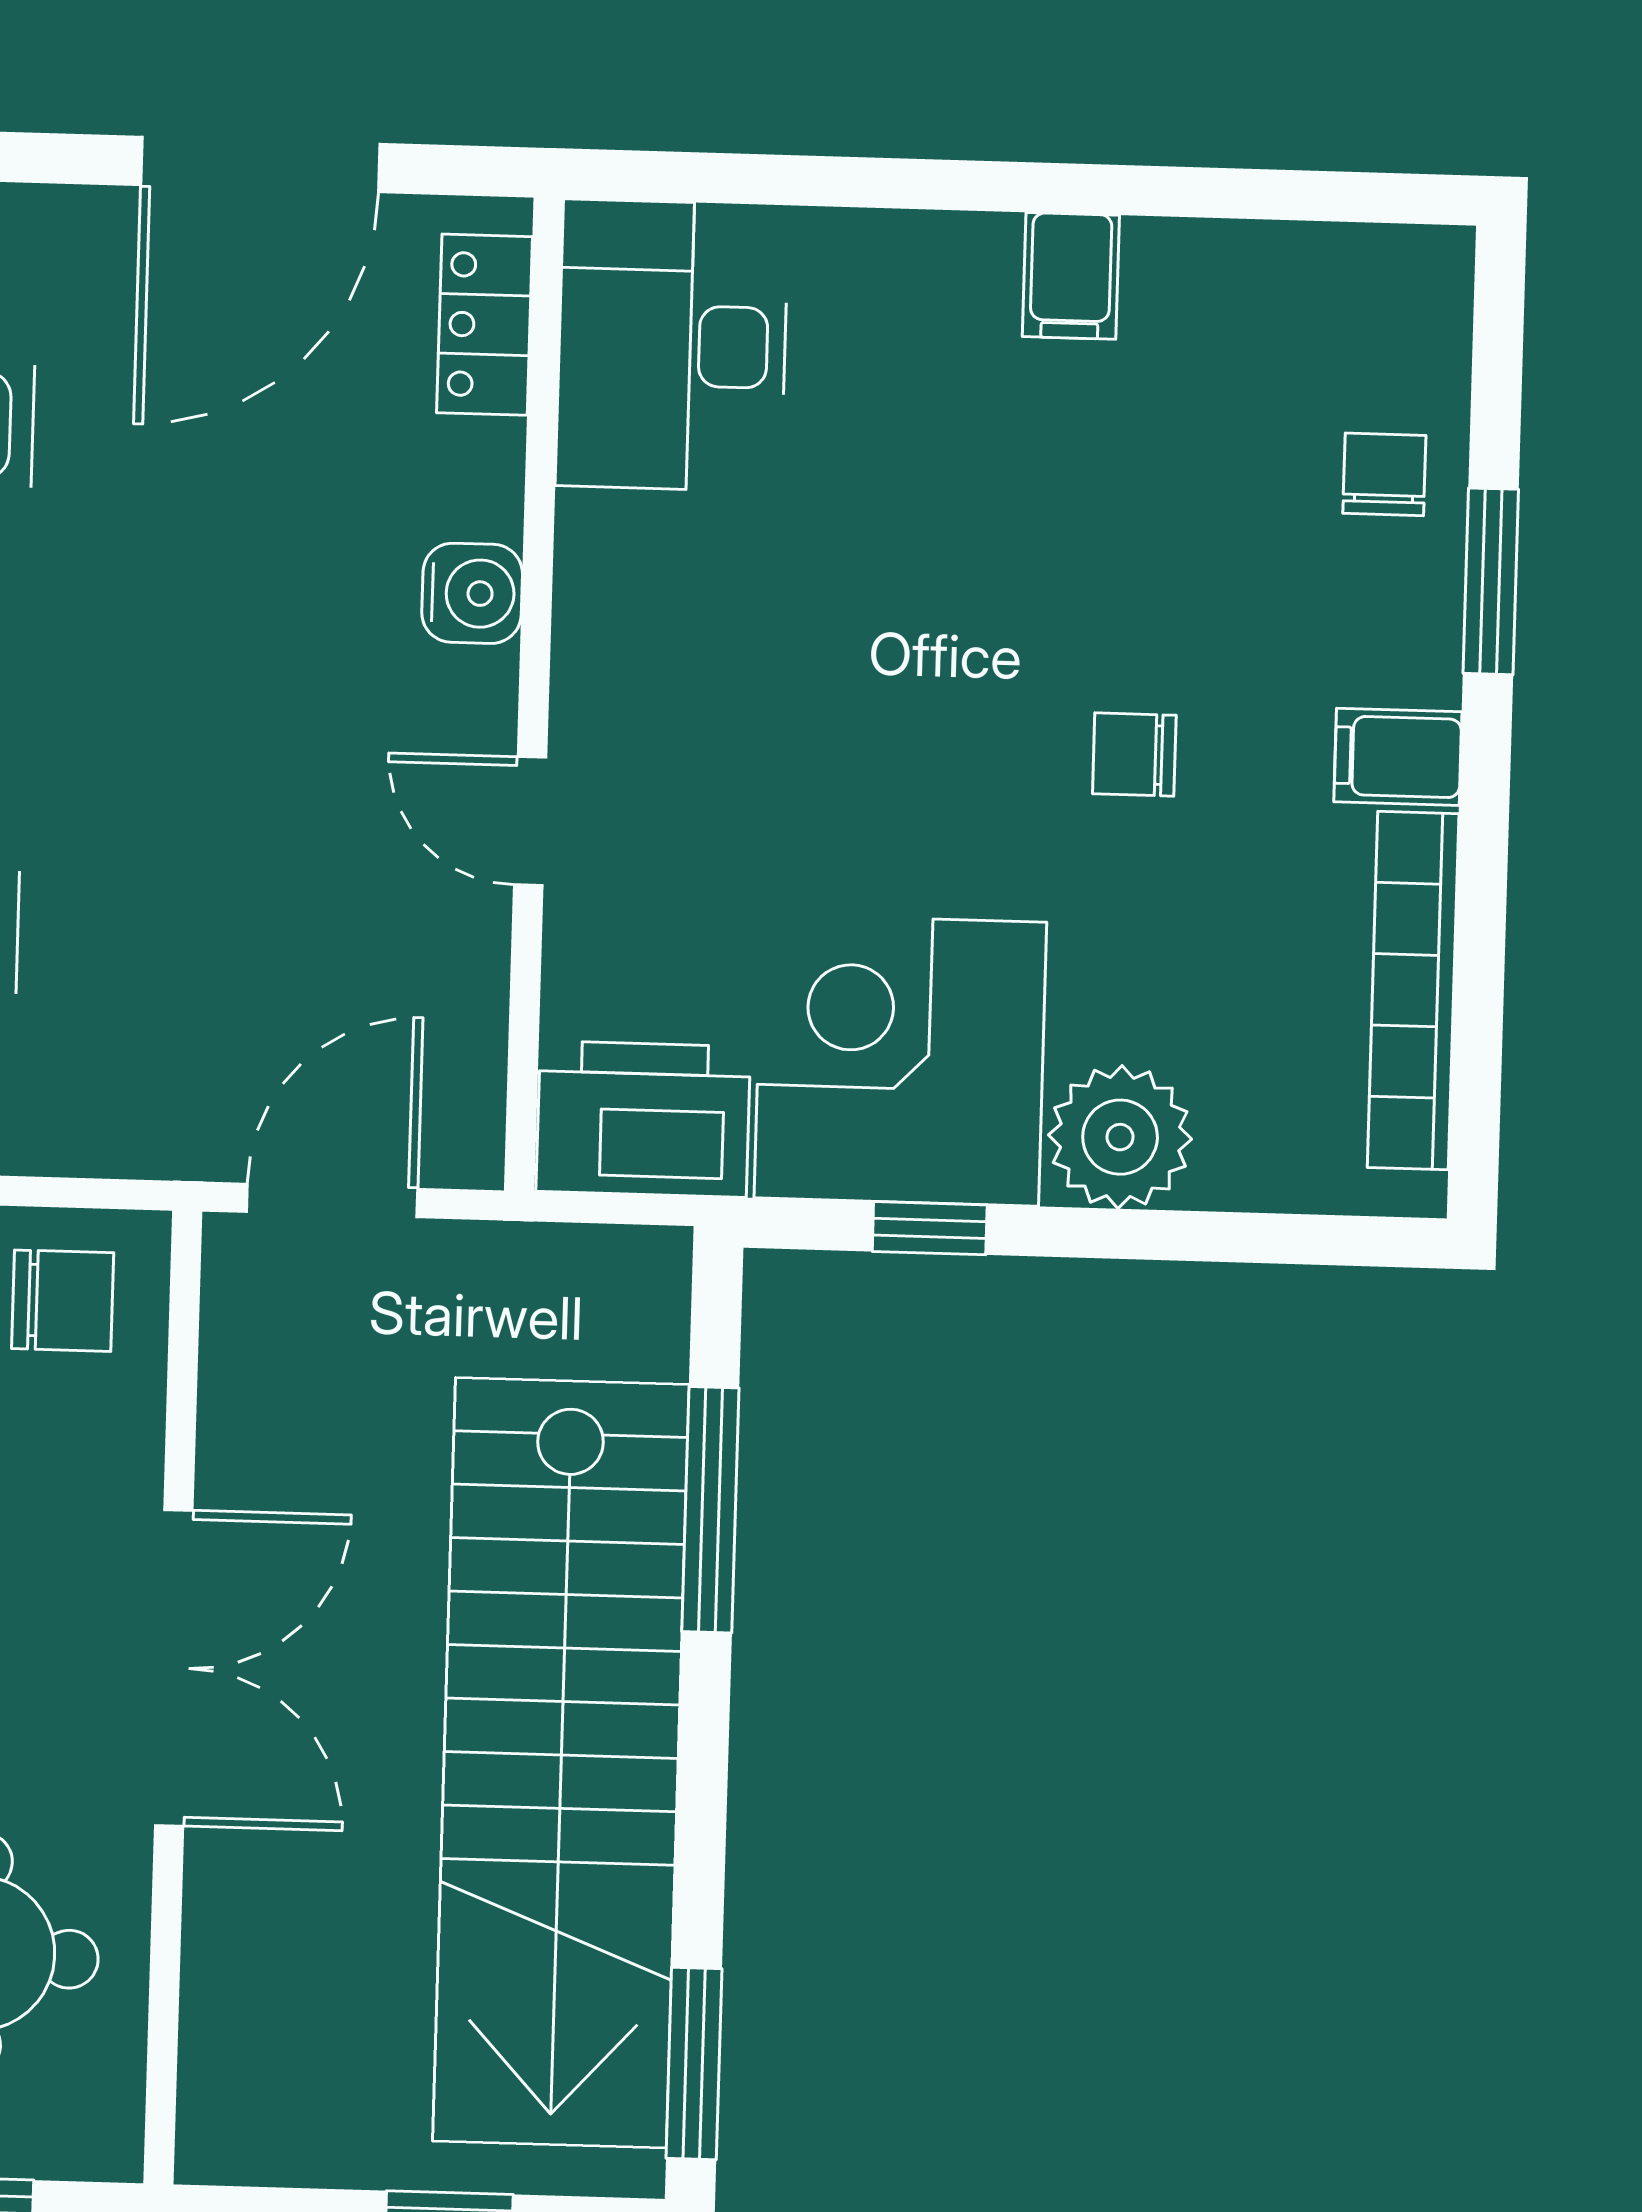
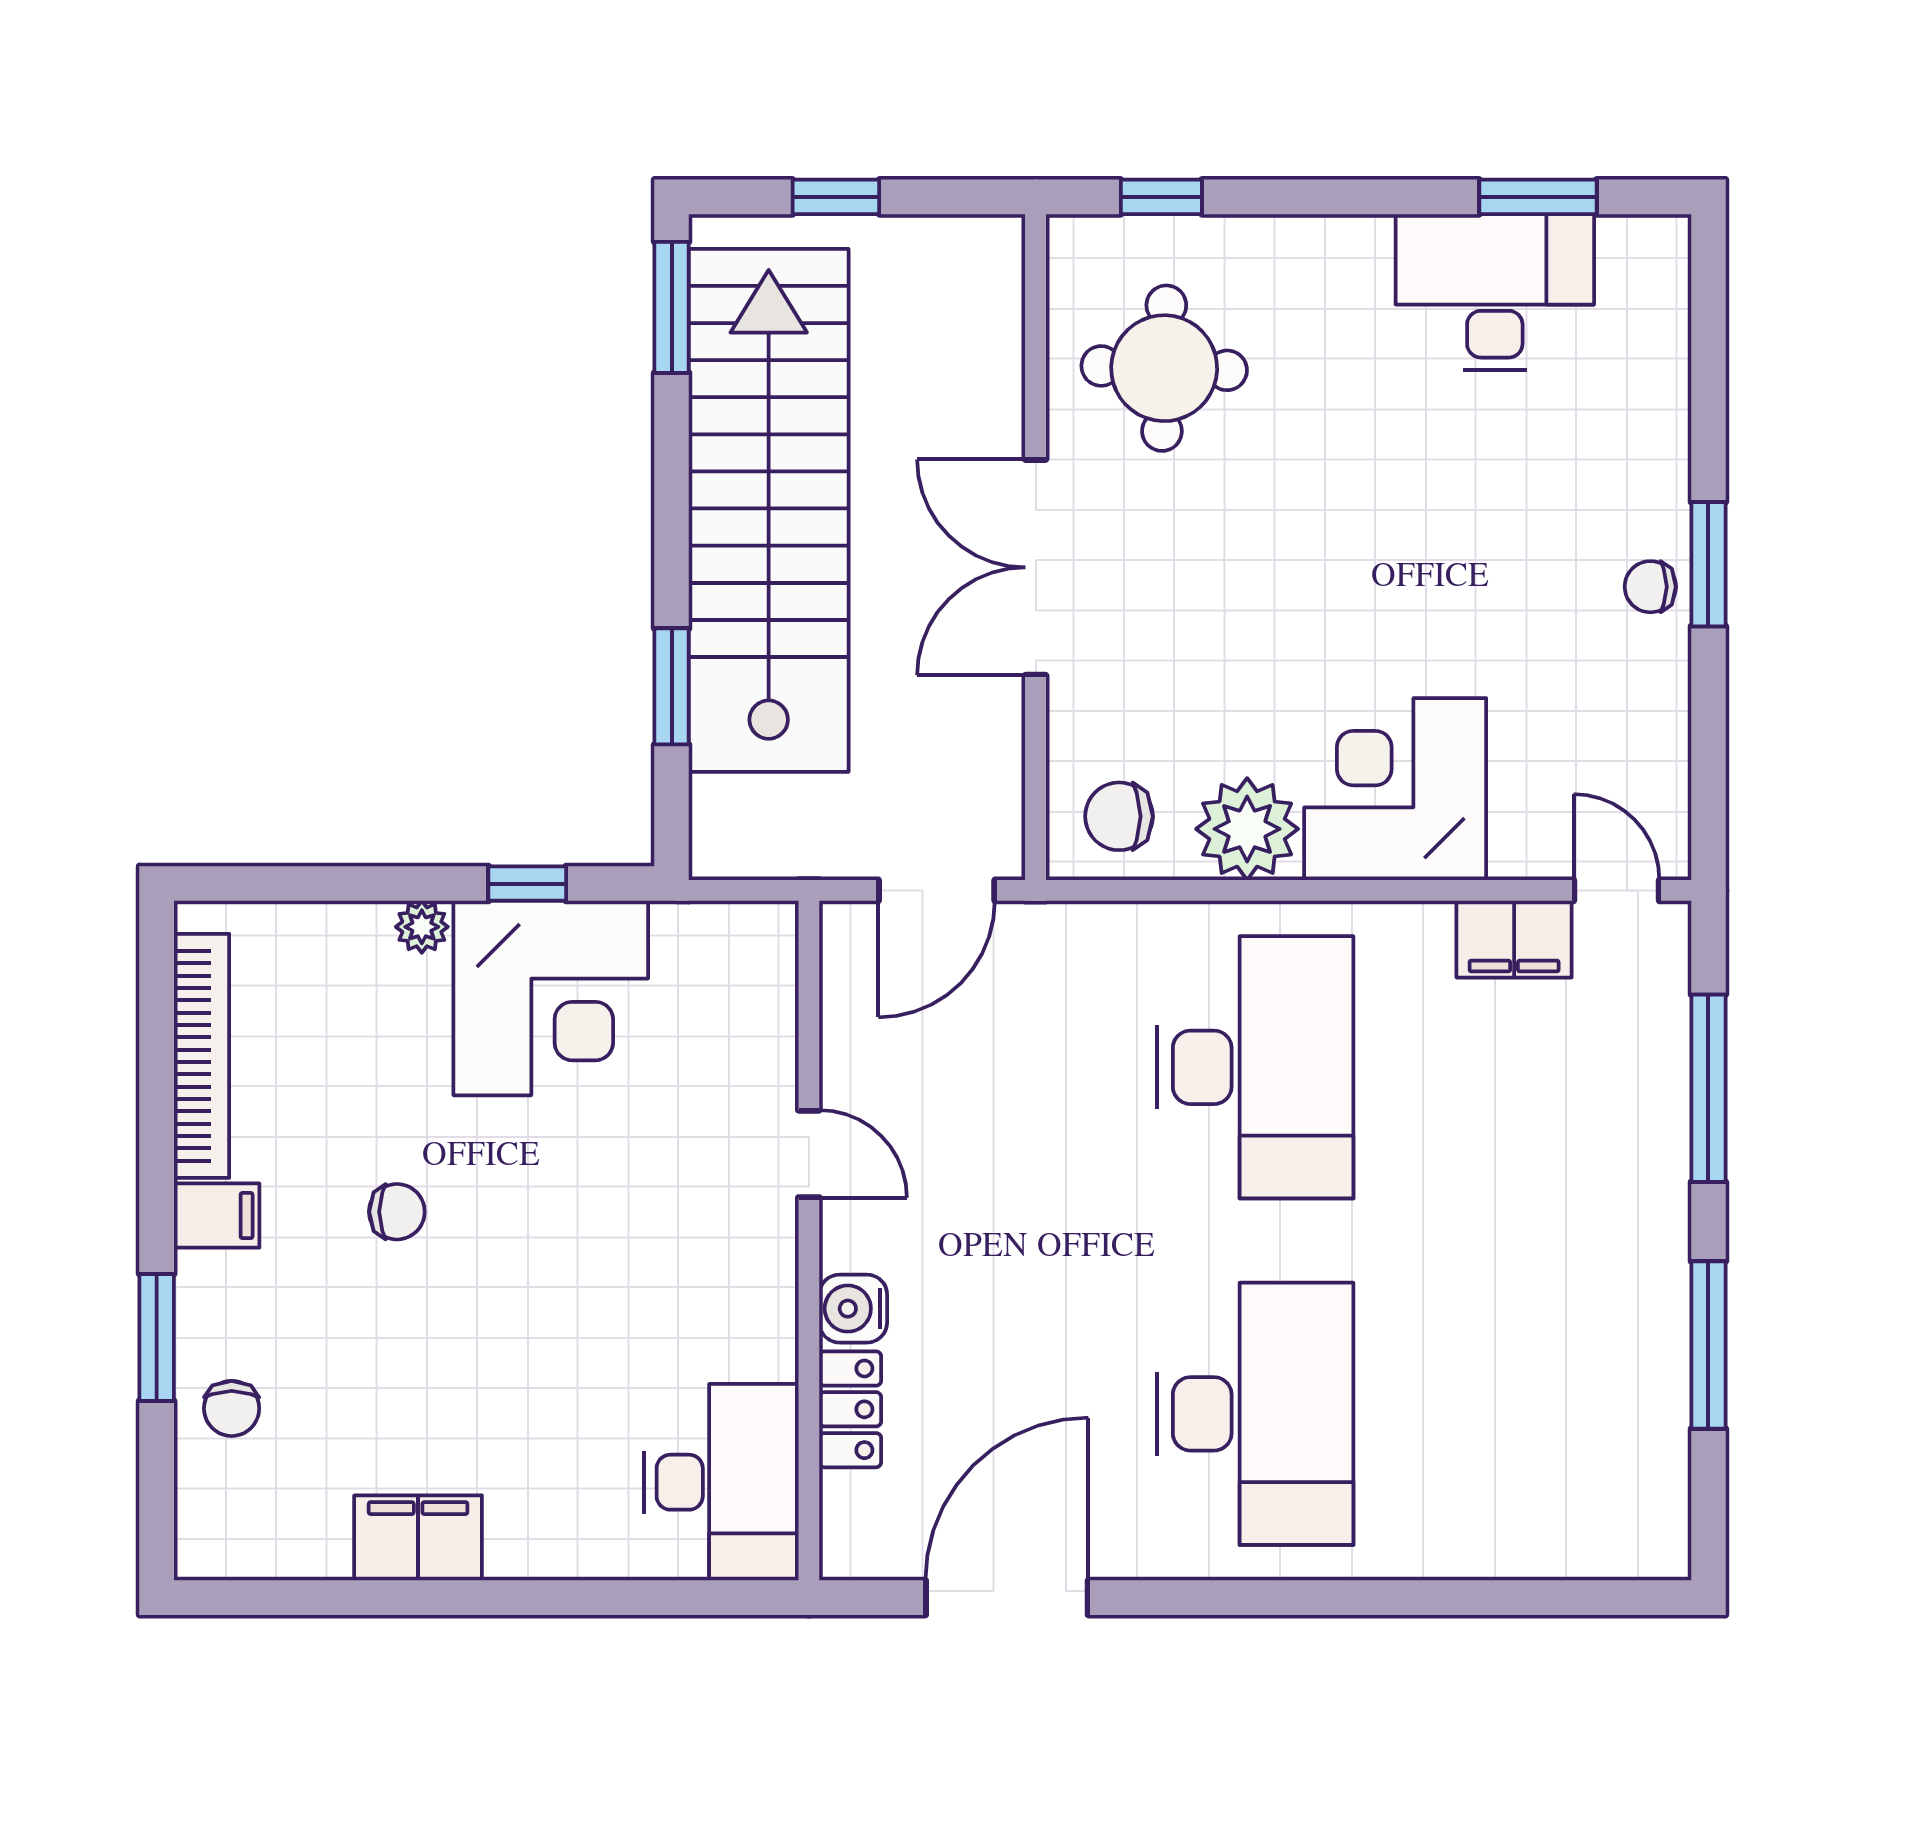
filing cabinet: (1071, 276) -> (418, 1538), width x2.00
locker: (485, 325) -> (850, 1409), moved
printer: (643, 1119) -> (725, 952), removed
plant: (1120, 1137) -> (422, 927), width x0.53, depth x0.53
window: (710, 1510) -> (672, 686), width x0.69

